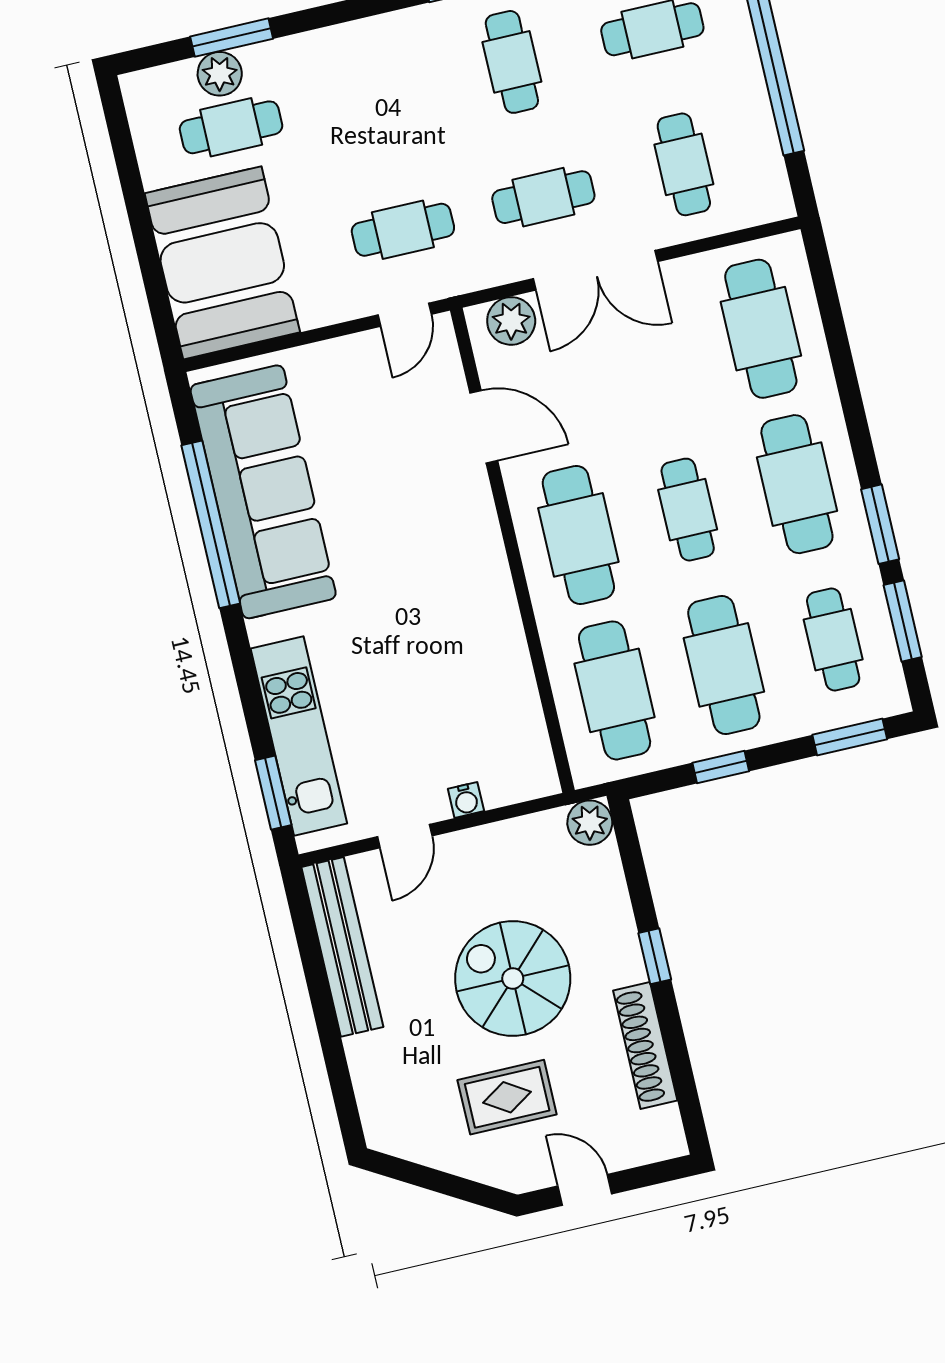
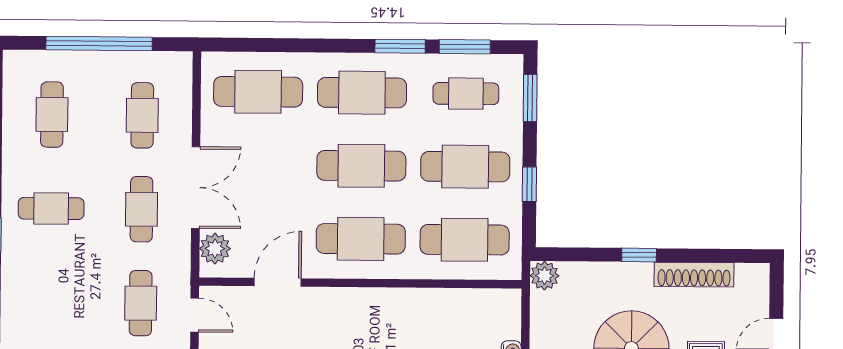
cafe table: (684, 164) -> (142, 115), turned 90
cafe table: (688, 510) -> (361, 166), width x1.37, depth x1.35

